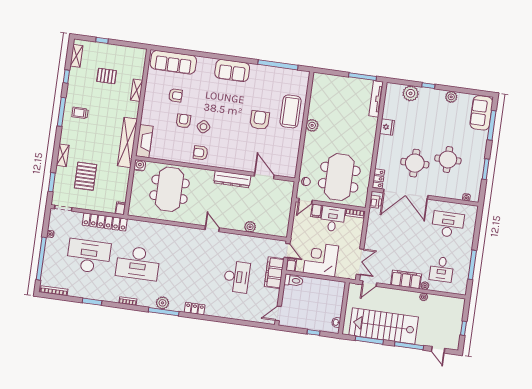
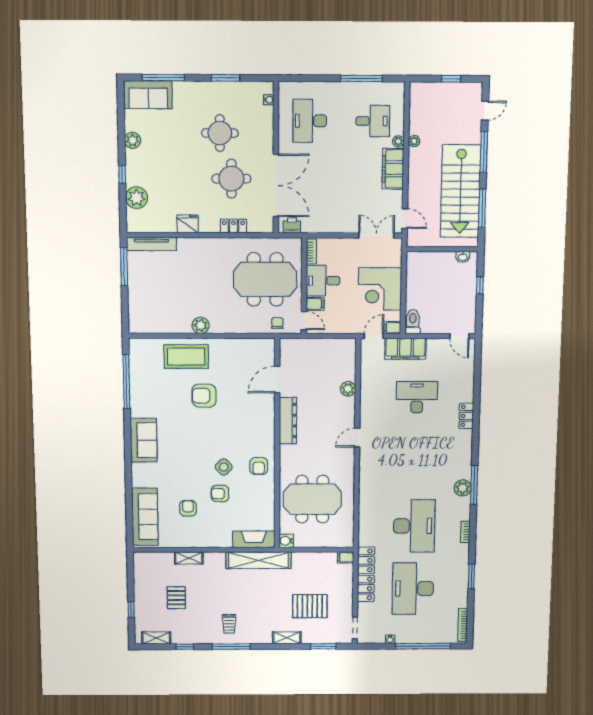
locker: (378, 179) -> (233, 226), moved
locker: (195, 309) -> (466, 416), moved

